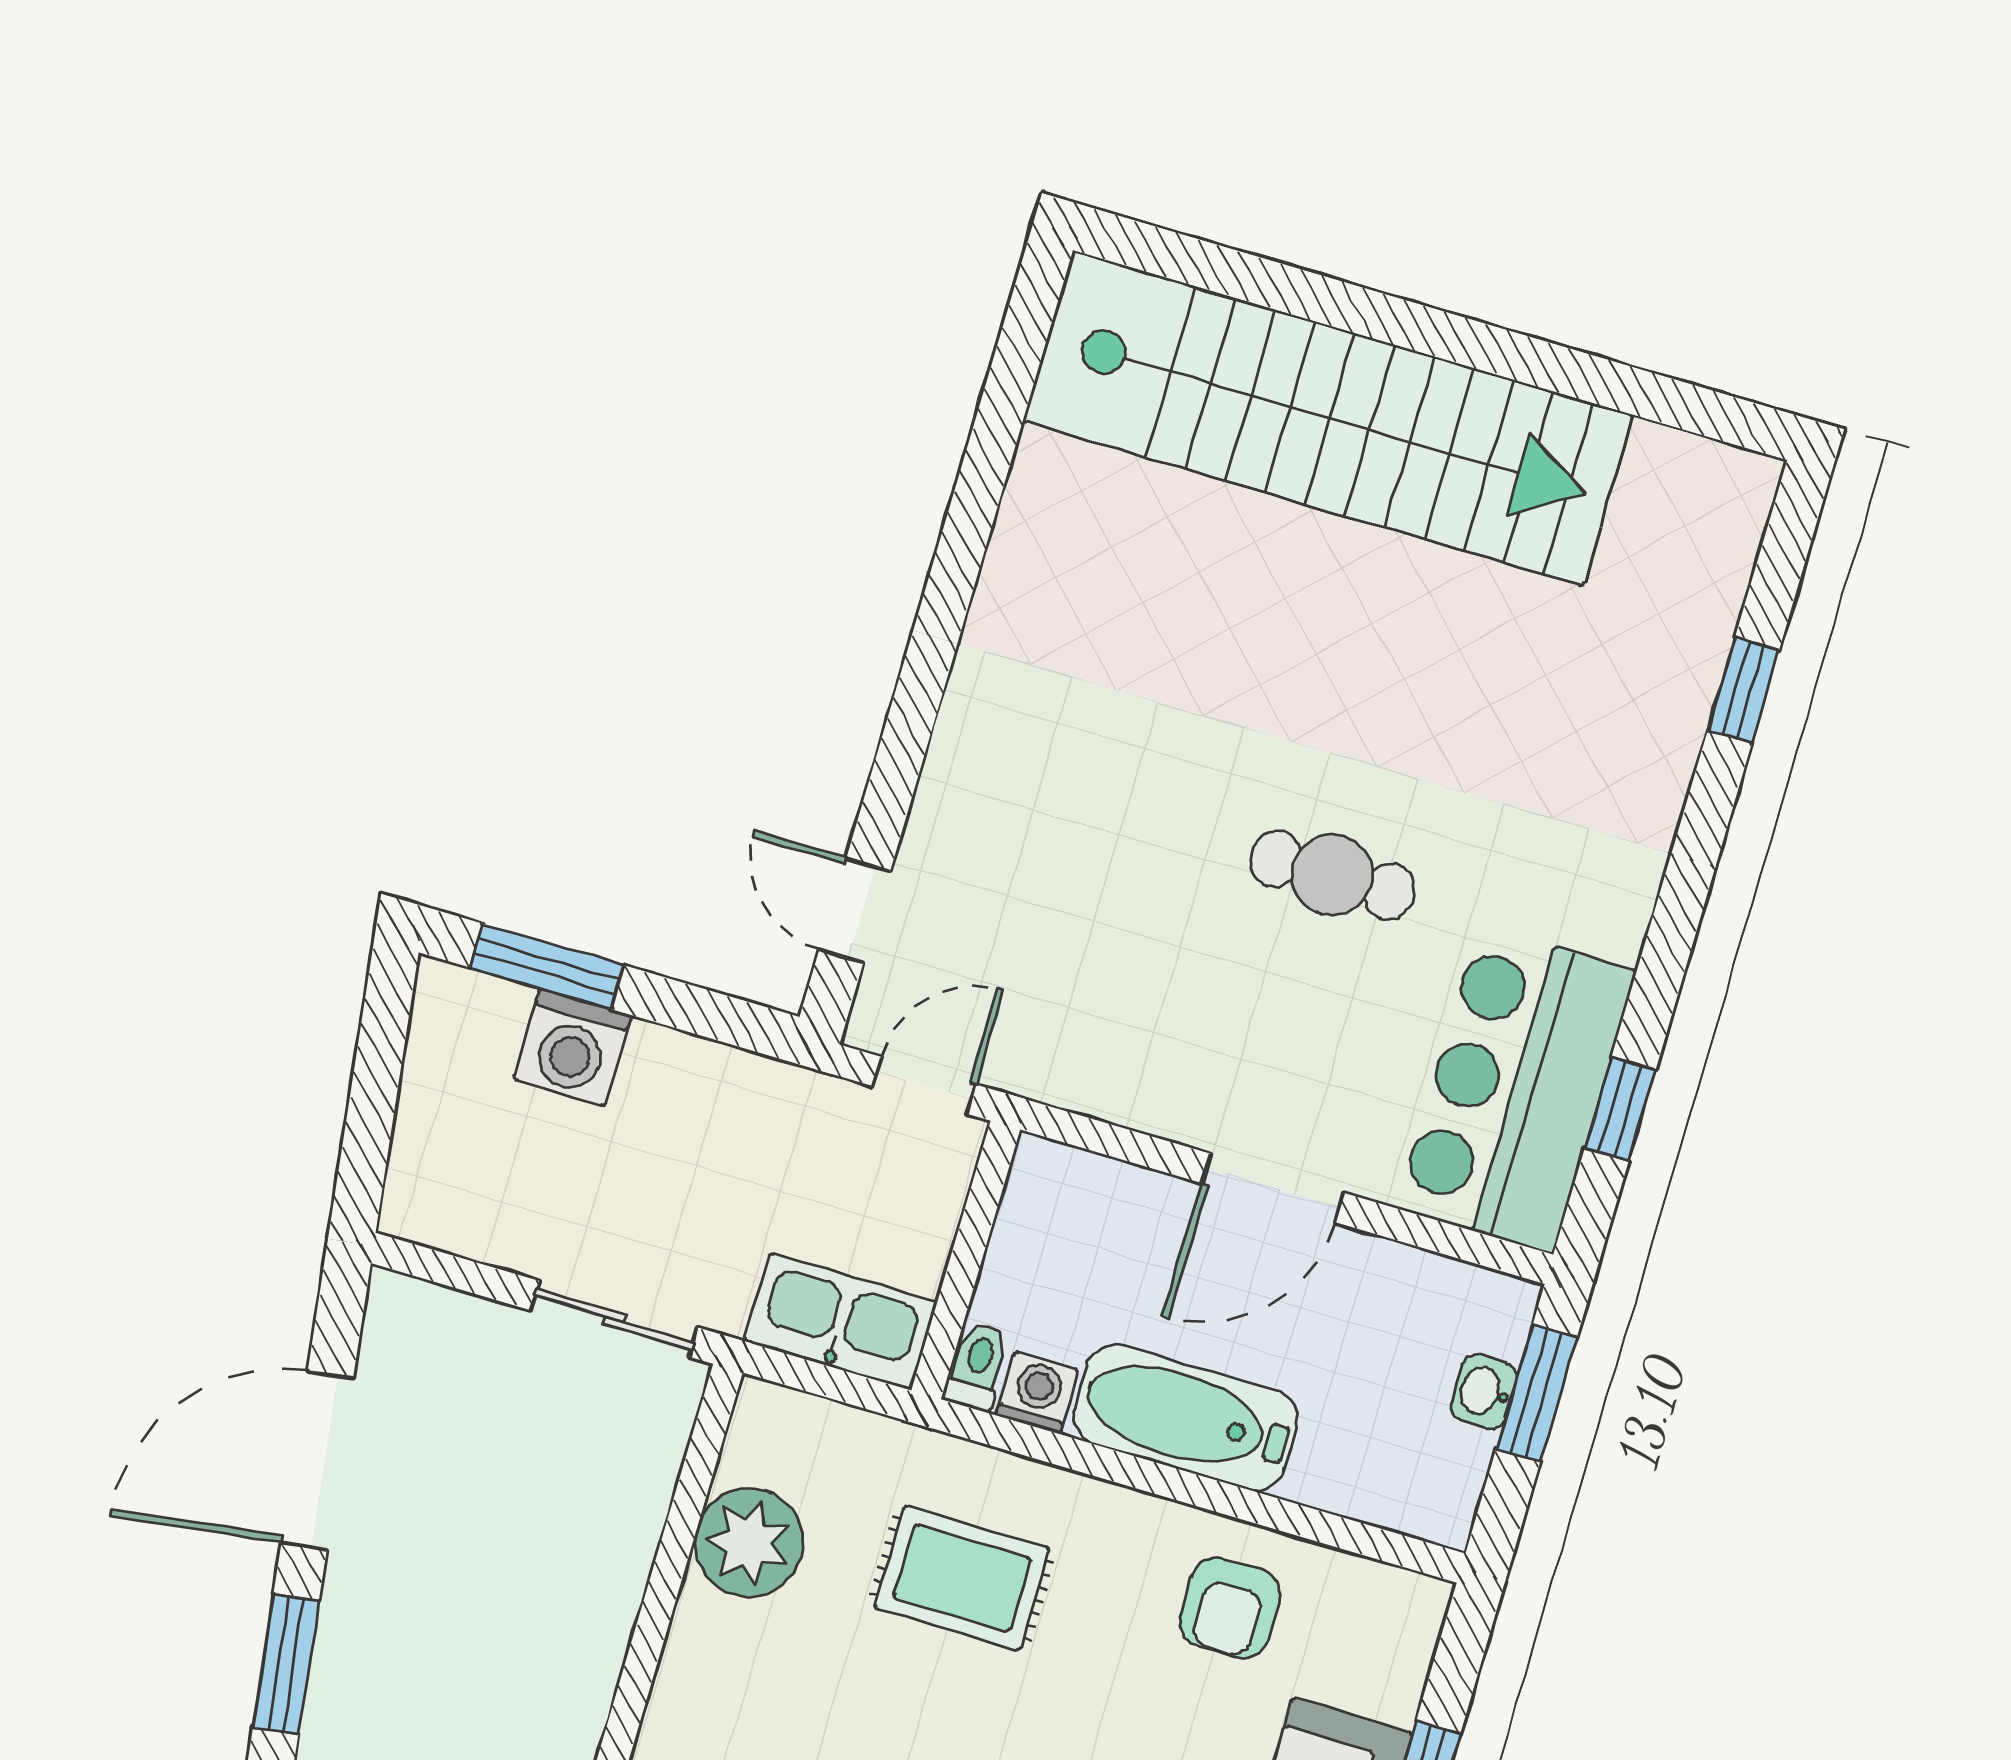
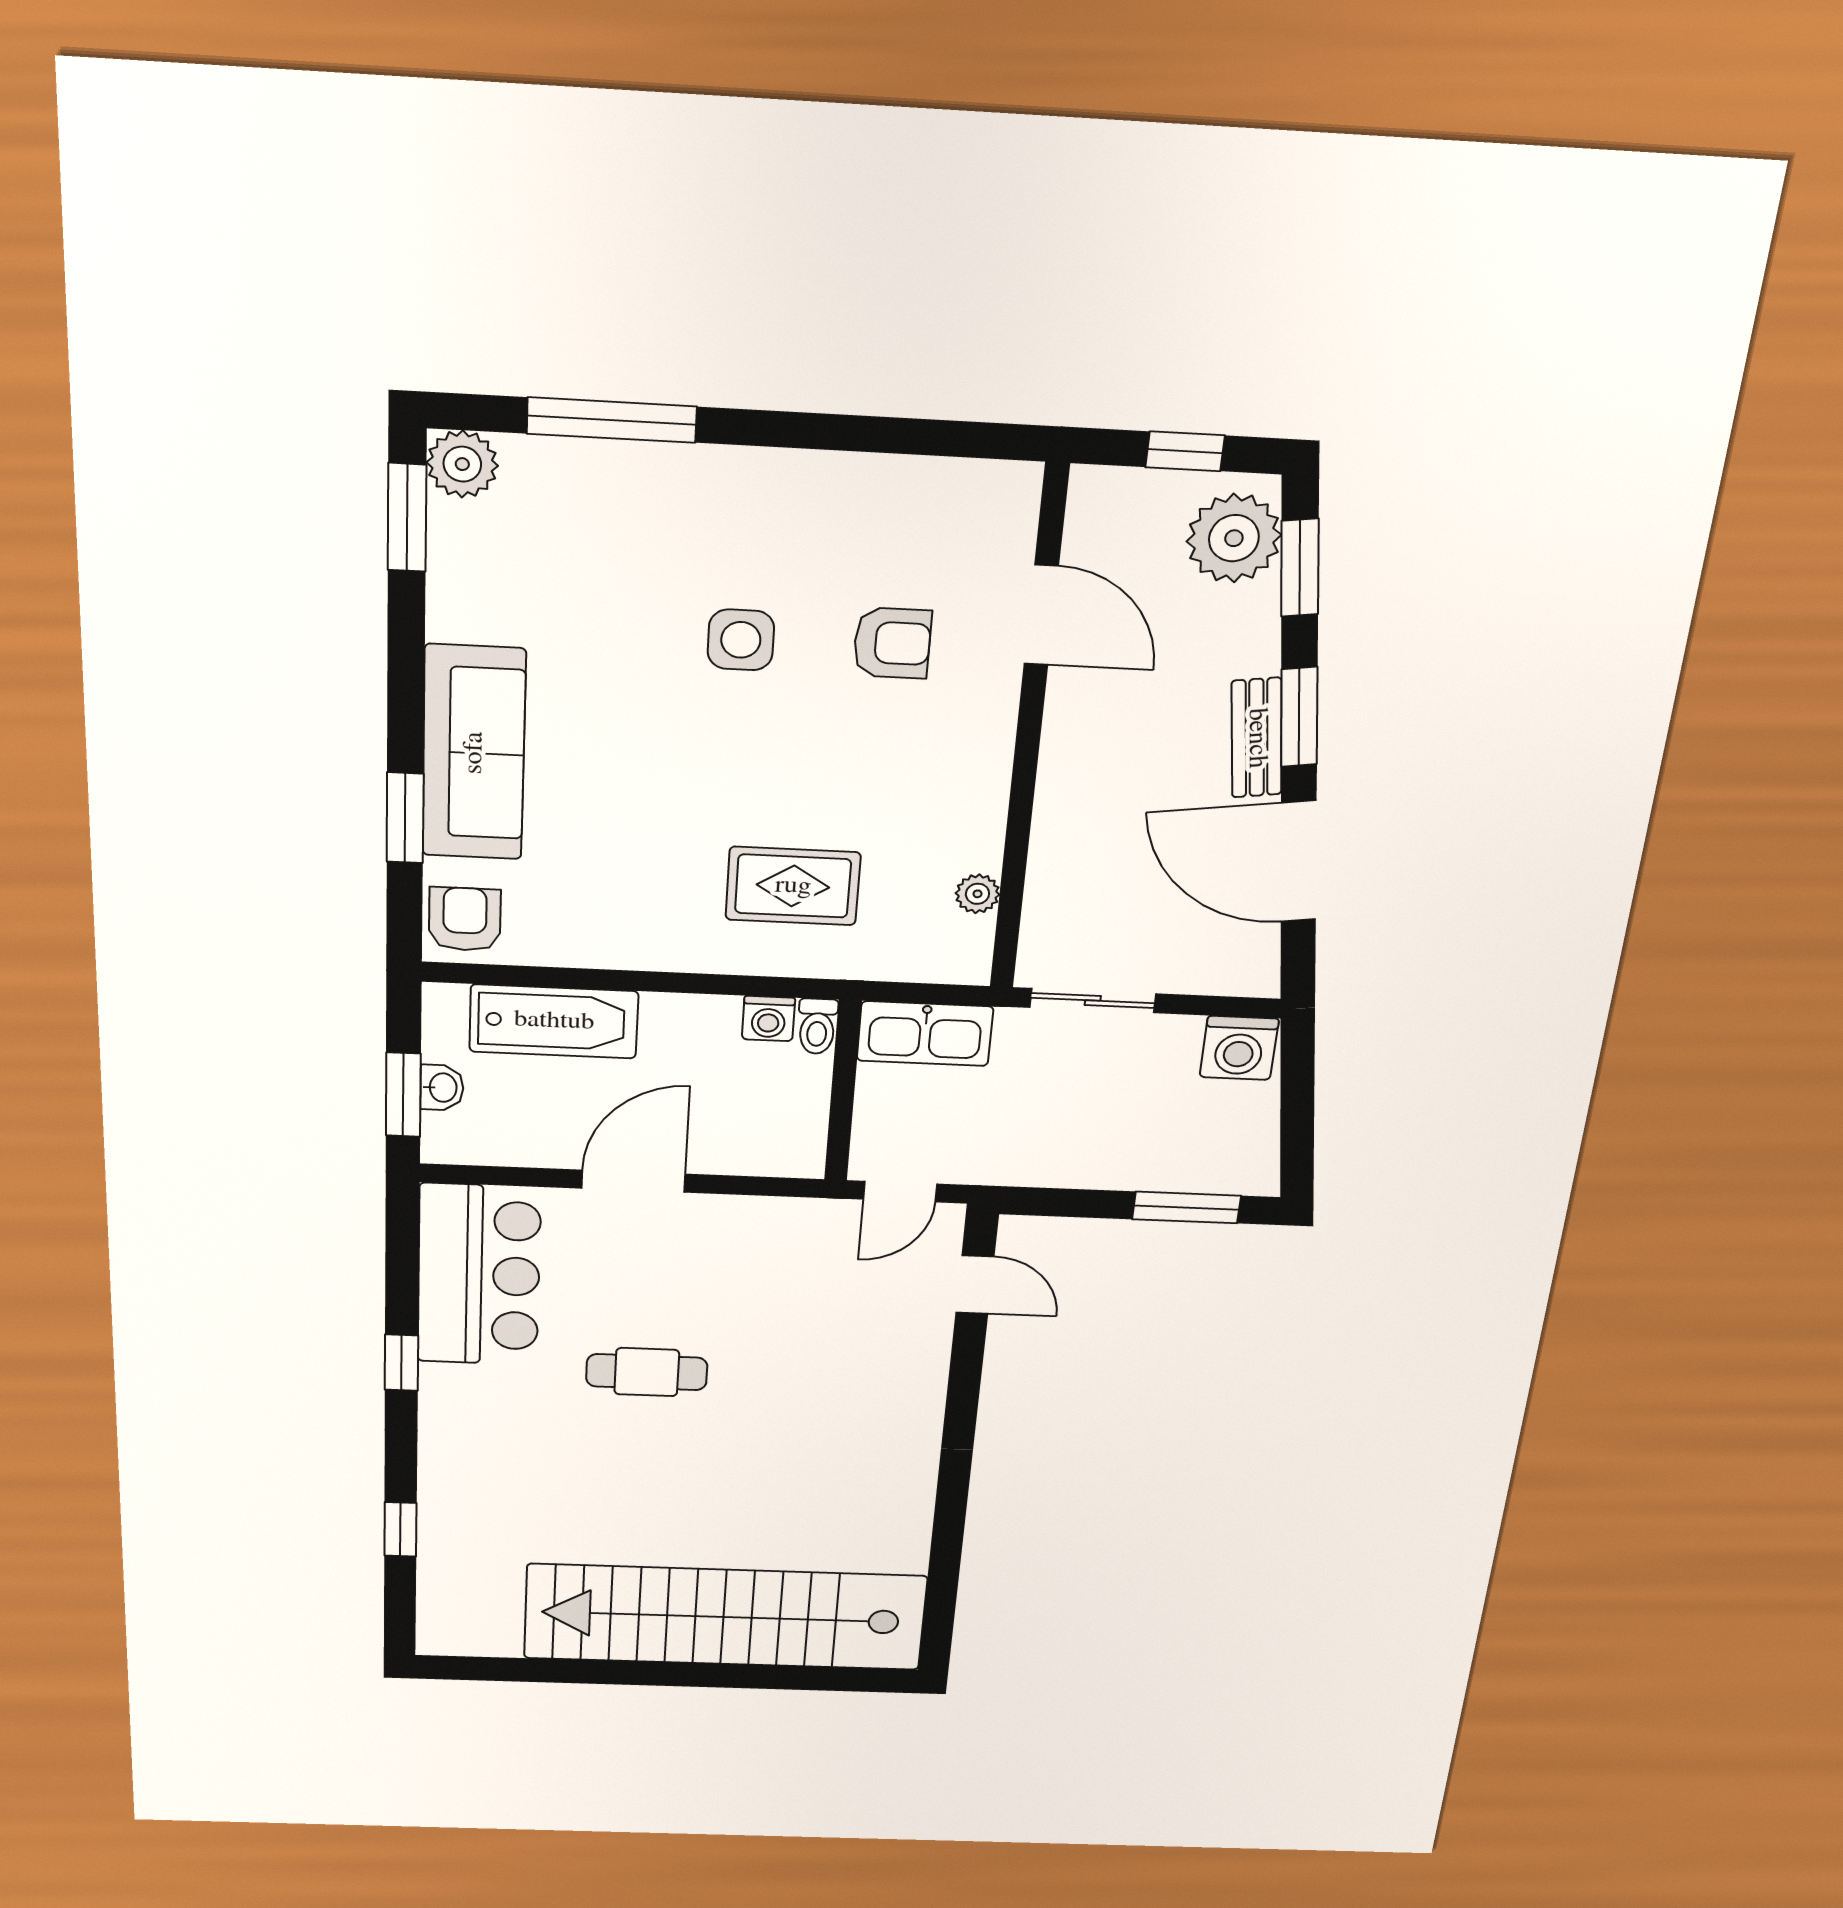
washing machine: (573, 1047) -> (1239, 1048), moved, turned 180
window: (1620, 1109) -> (401, 1363), moved
bathtub: (1185, 1417) -> (554, 1021), moved
door: (317, 1460) -> (1298, 862), swing flipped
plant: (749, 1542) -> (977, 894), width x0.53, depth x0.53
armchair: (1230, 1608) -> (465, 919), moved
bench: (343, 1648) -> (1257, 738), added

